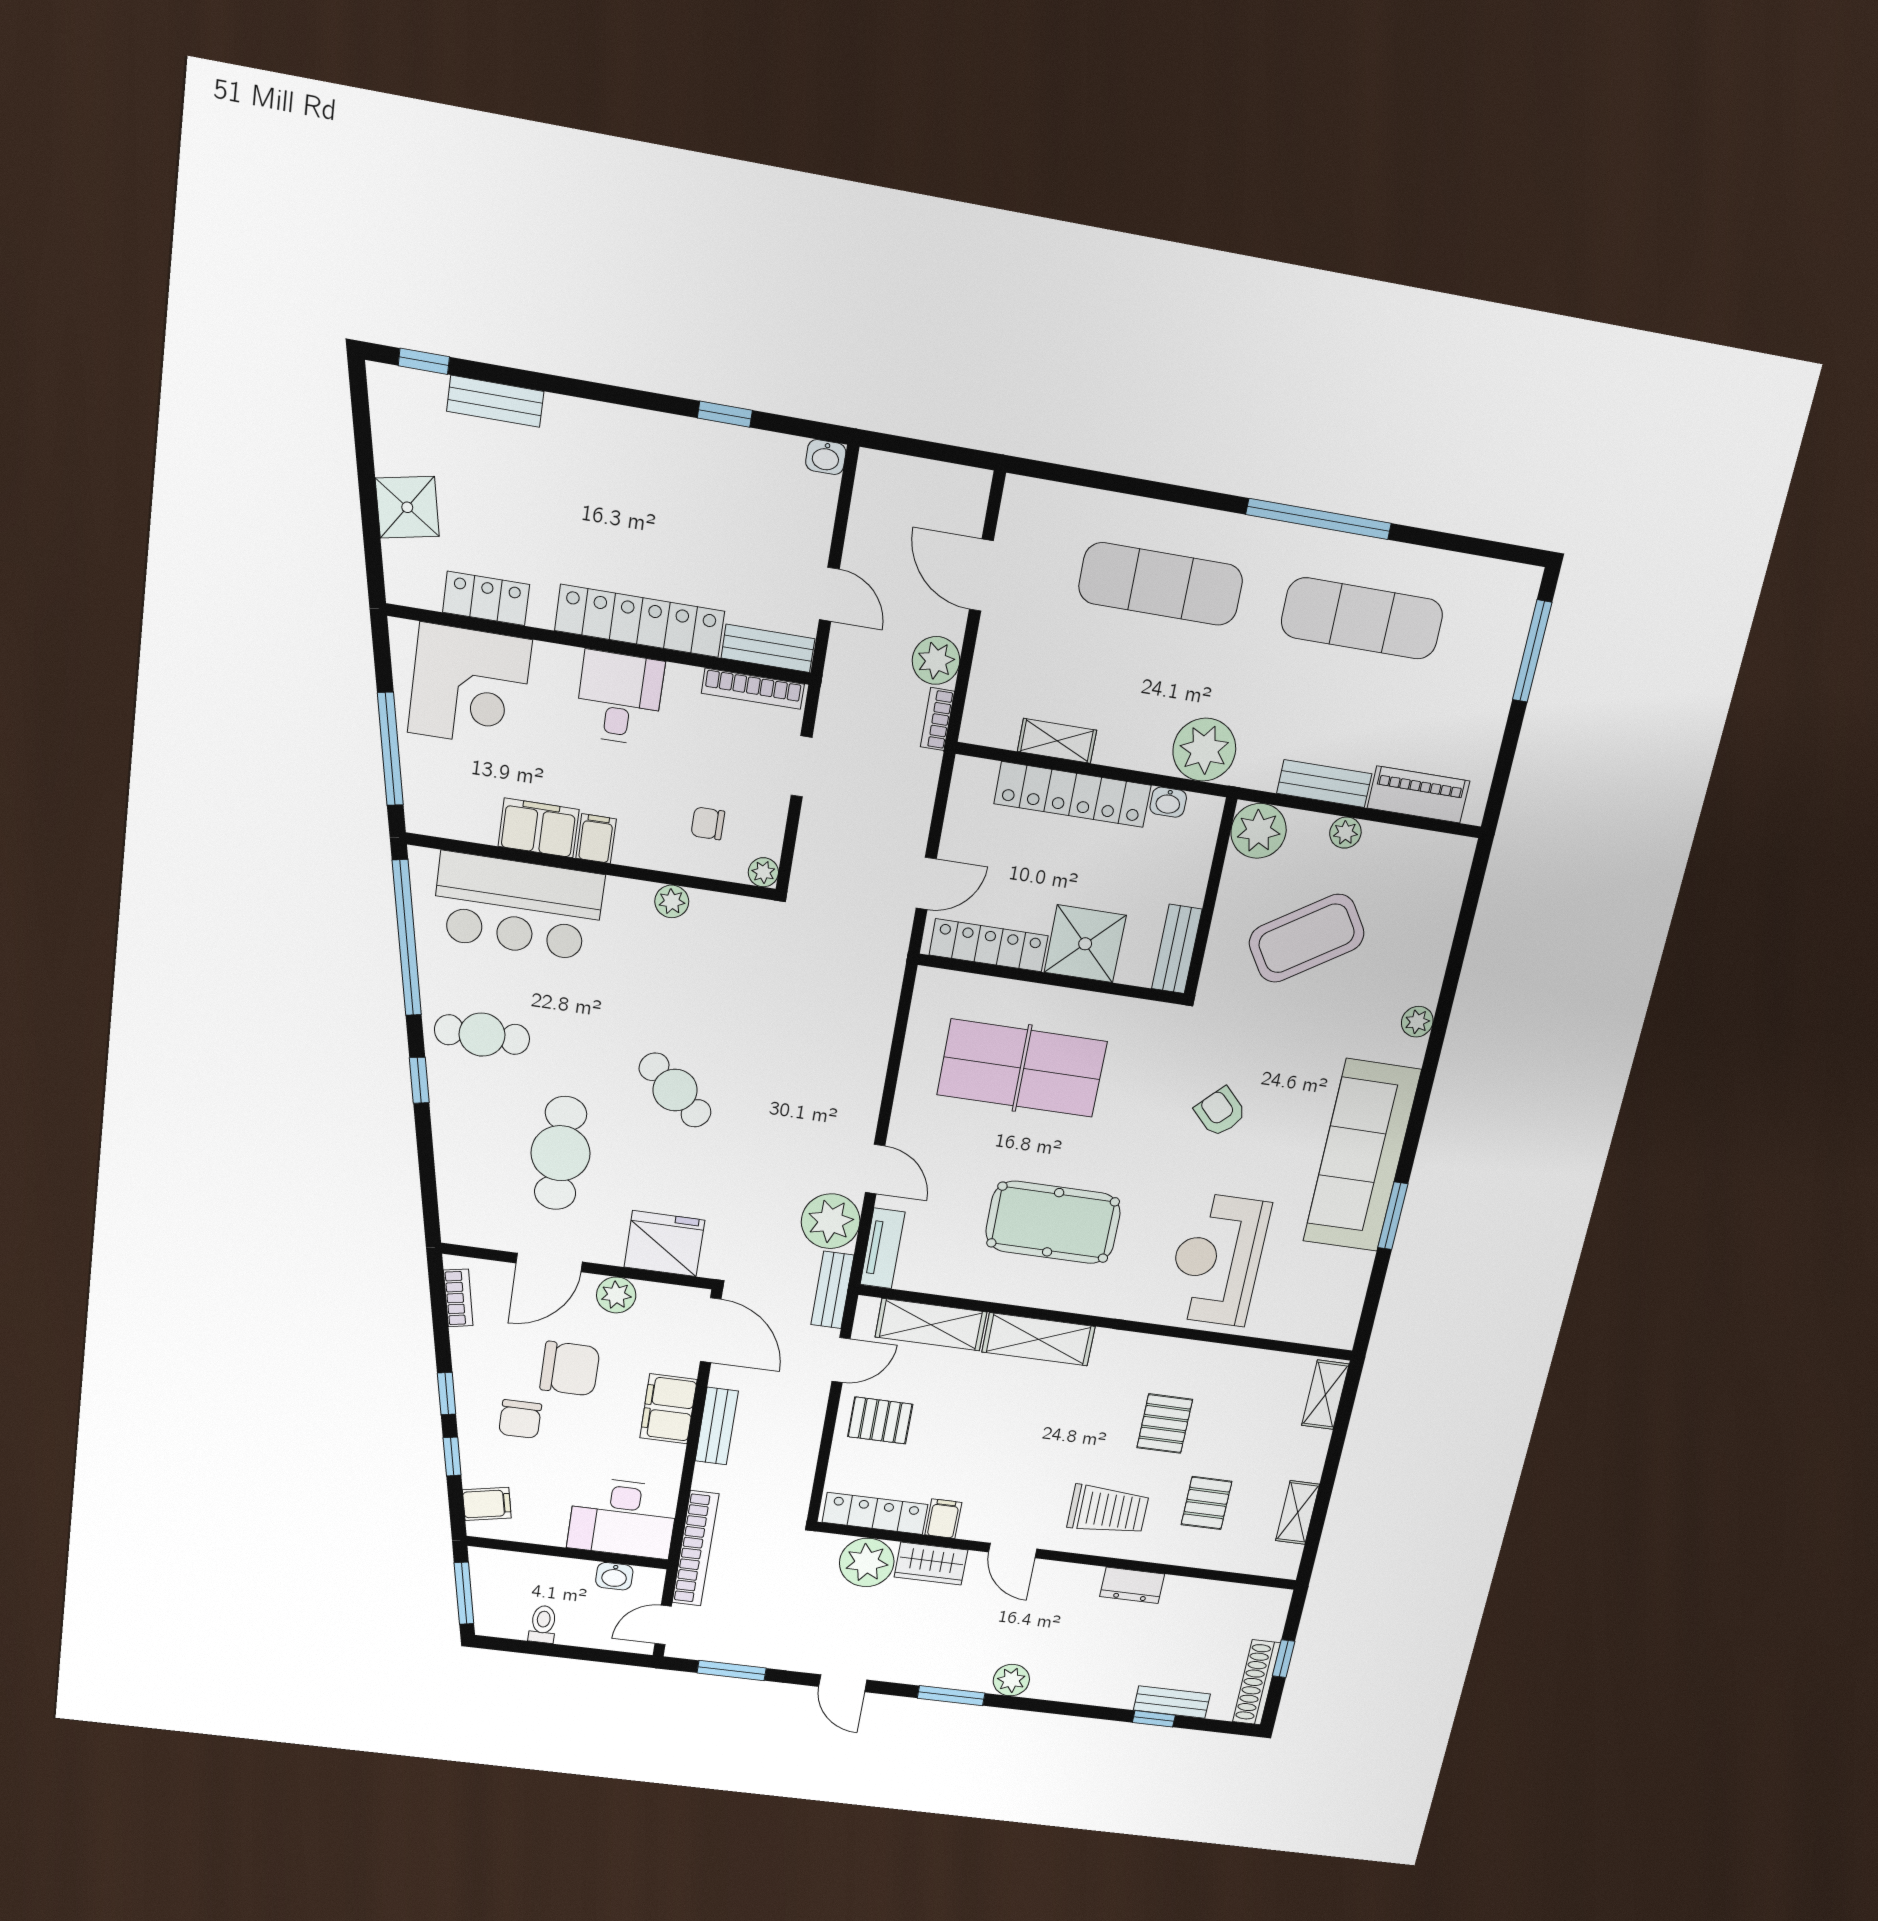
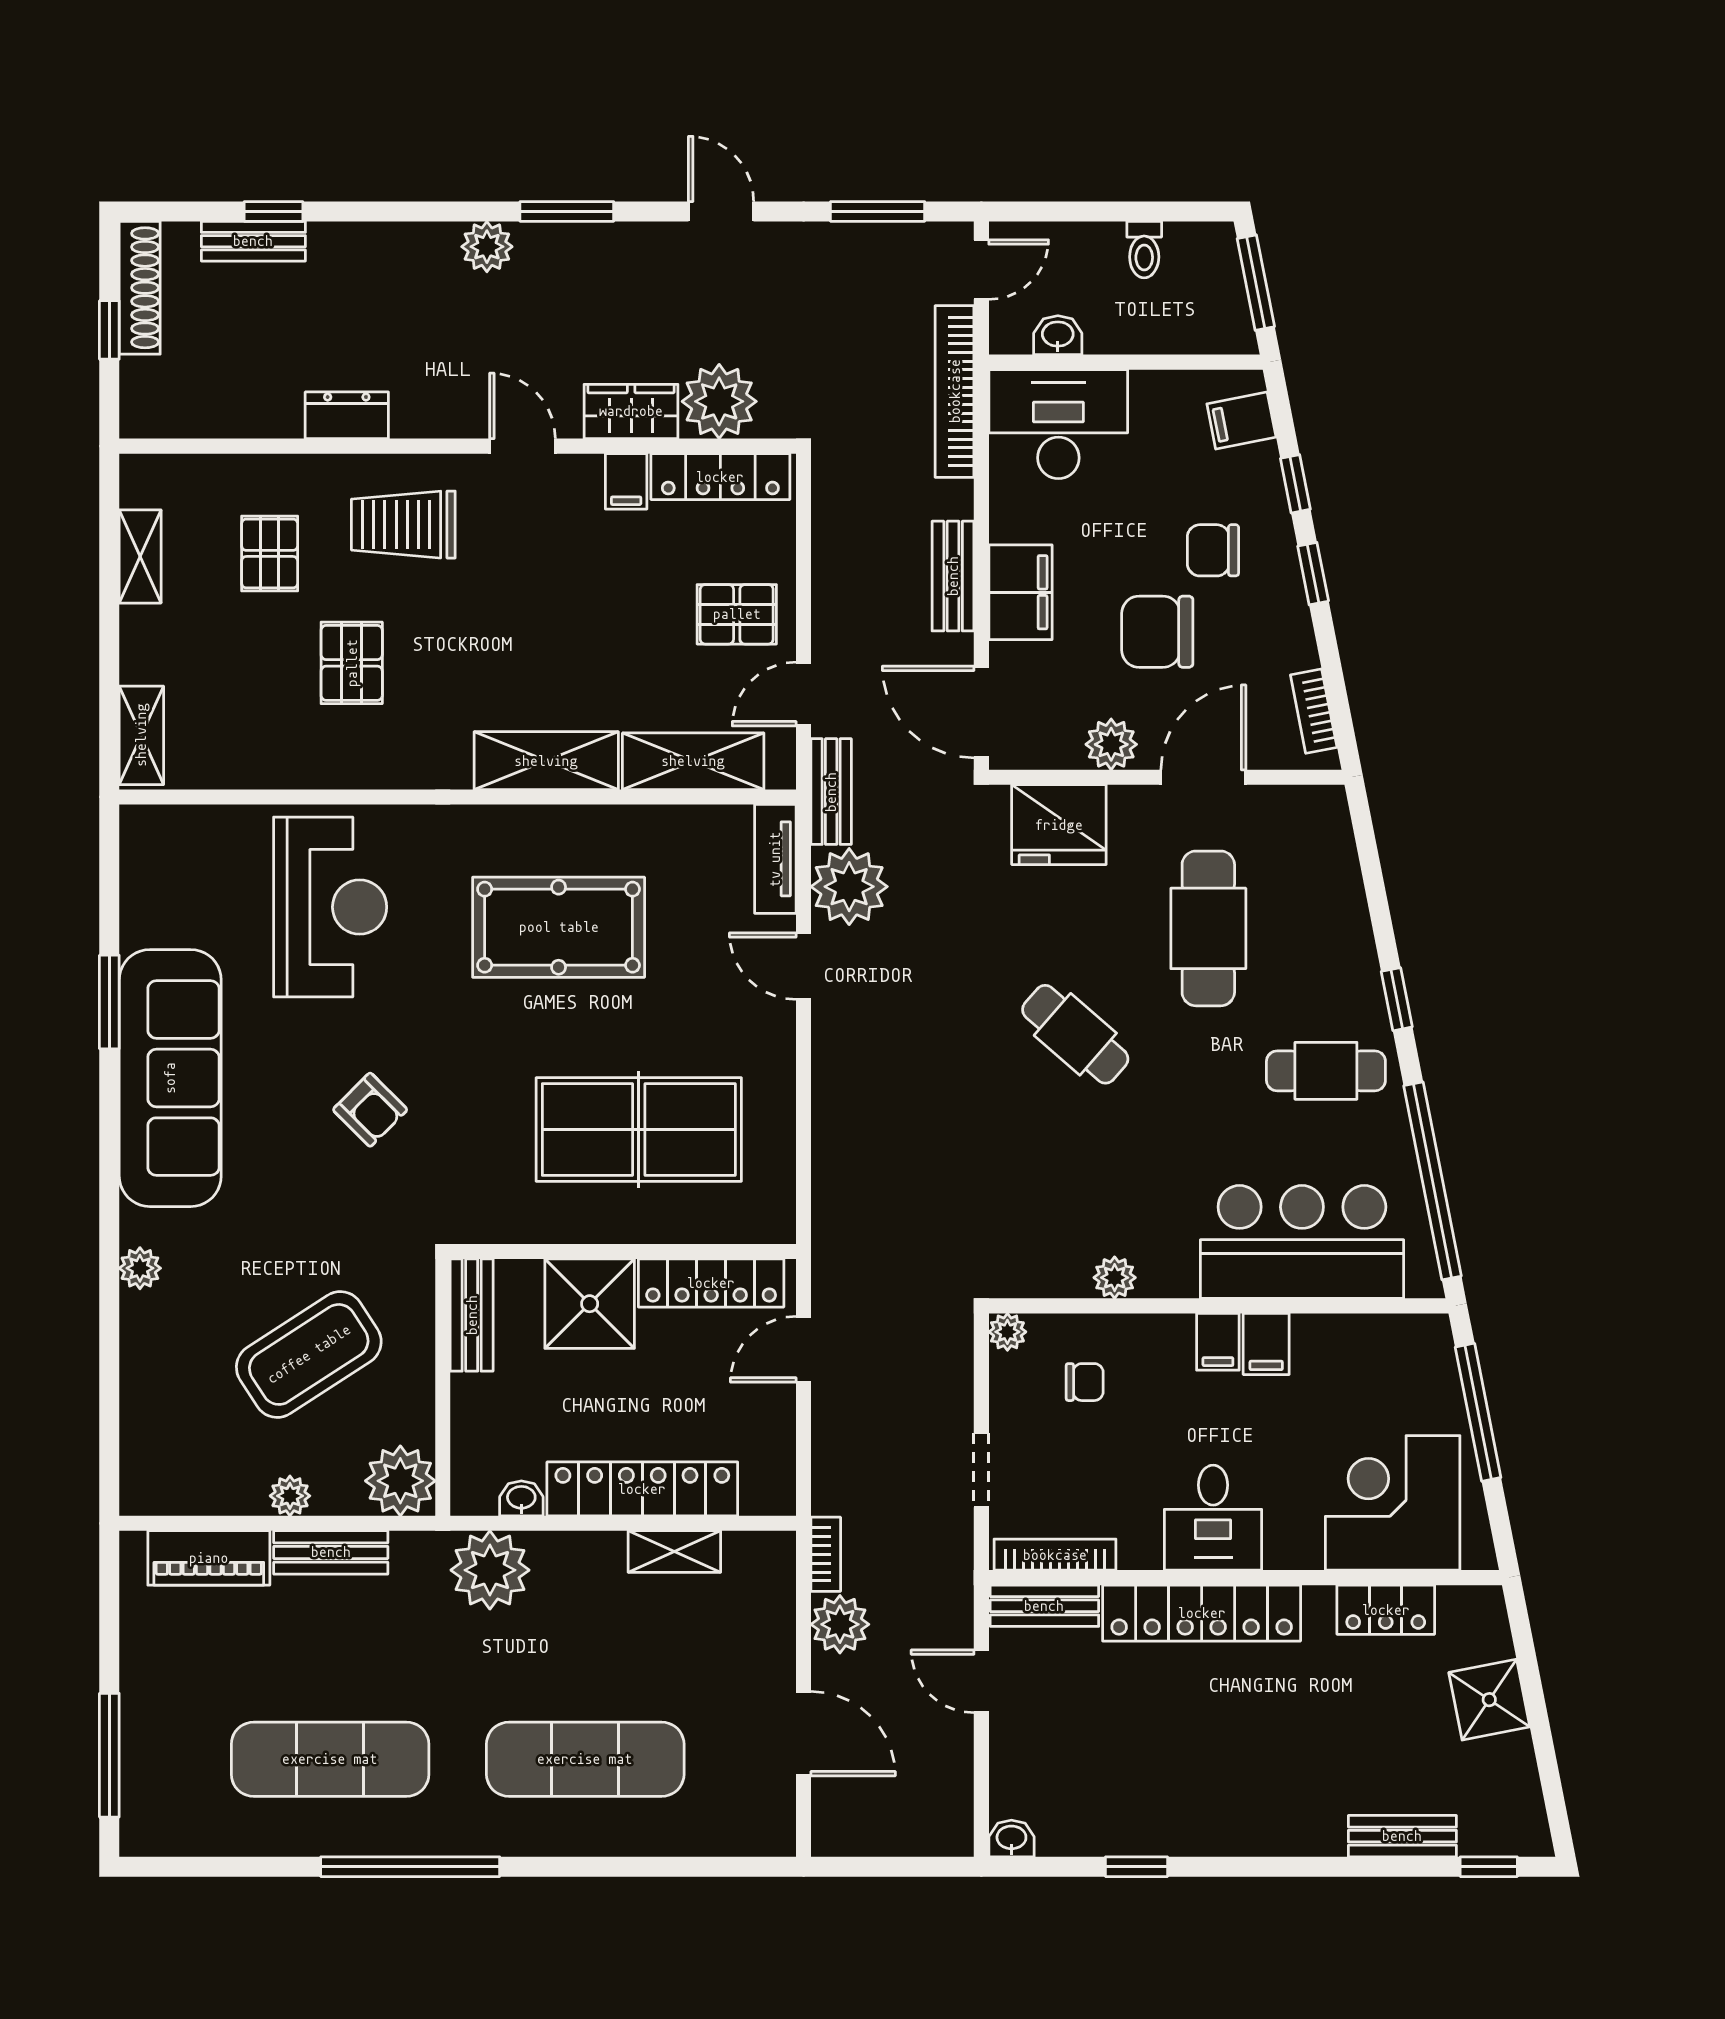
filing cabinet: (539, 828) -> (1266, 1344), width x0.50
chair: (520, 1419) -> (1213, 550), turned -90

